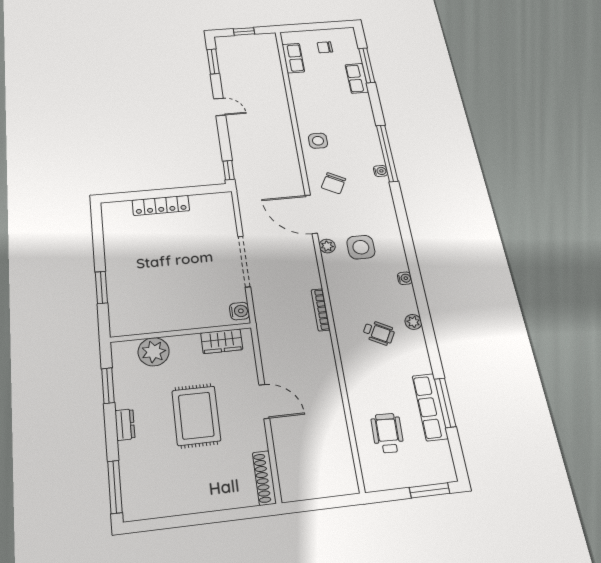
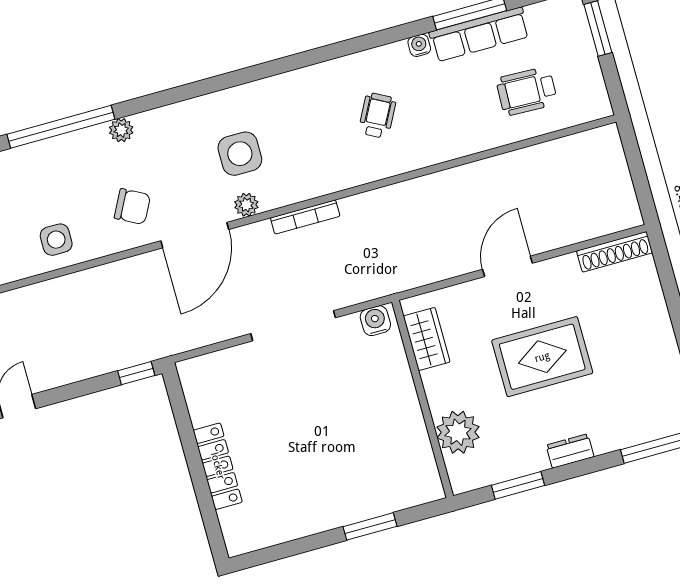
water cooler: (380, 171) -> (97, 135), removed
water cooler: (405, 278) -> (419, 45), moved
bookcase: (321, 310) -> (305, 217), moved
plant: (413, 322) -> (121, 130), moved

